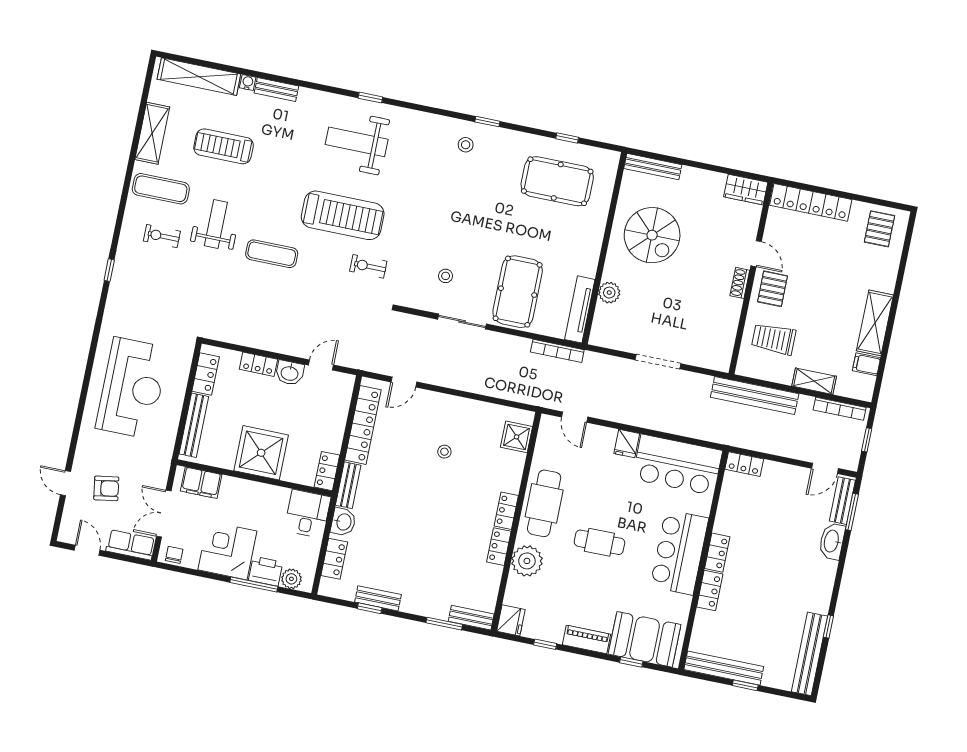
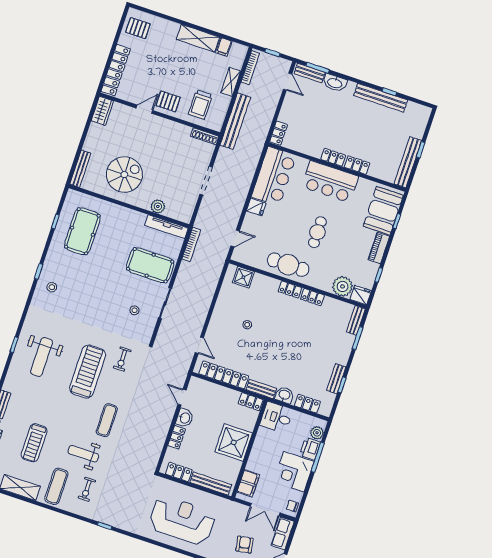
shoe rack: (740, 283) -> (205, 136), moved, width x1.43
plant: (527, 561) -> (343, 286), moved
bench: (809, 654) -> (381, 98), moved

